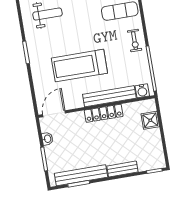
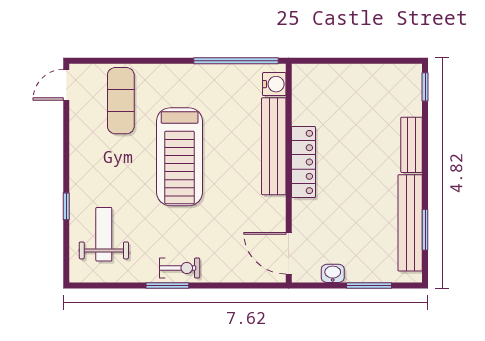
exercise bike: (135, 41) -> (180, 268), moved
treadmill: (79, 66) -> (180, 157), moved
shower: (150, 120) -> (331, 79), removed

